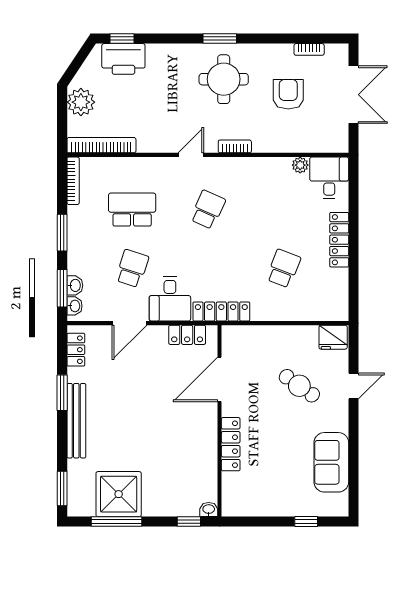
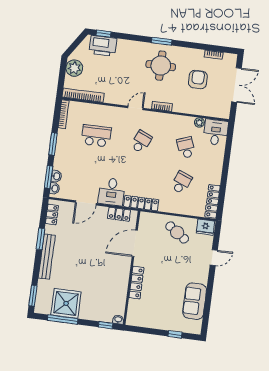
locker: (339, 240) -> (213, 201), moved
school desk: (132, 268) -> (186, 148), moved, turned -39
cafe table: (299, 386) -> (177, 232), moved

